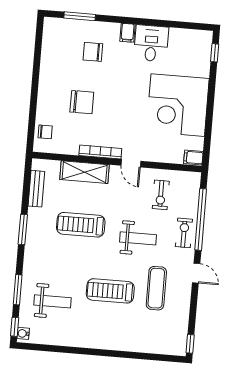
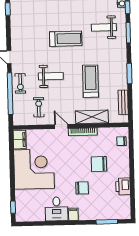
chair: (93, 52) -> (82, 188), moved
printer: (50, 65) -> (123, 186), added
filing cabinet: (193, 158) -> (20, 140), width x2.00
treadmill: (81, 225) -> (91, 81), turned -90
weight bench: (138, 238) -> (51, 76), turned 180
exercise mat: (156, 288) -> (35, 44), removed

